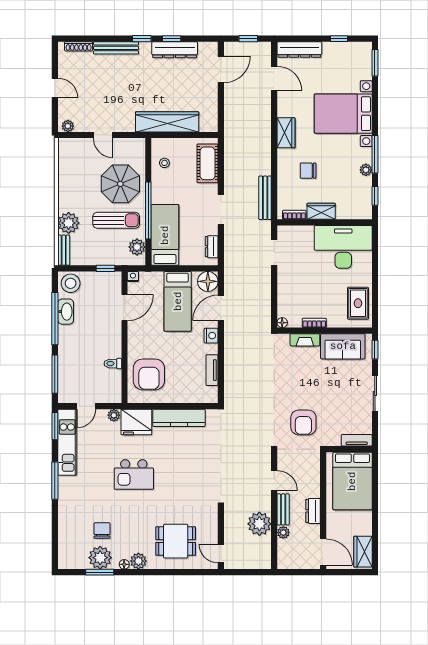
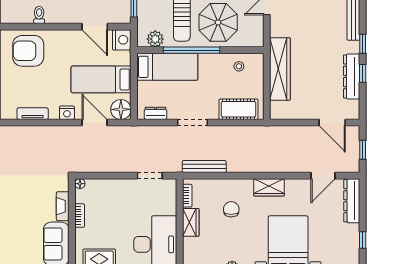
nightstand: (133, 276) -> (122, 40), width x1.89, depth x1.79

